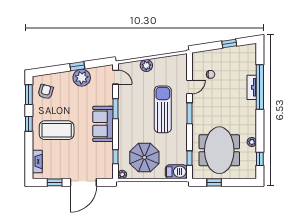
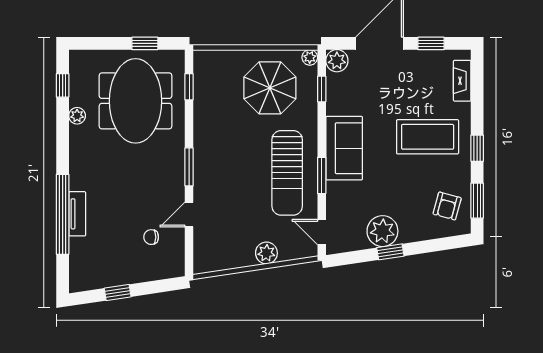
sun lounger: (163, 109) -> (287, 173), moved
barbecue: (176, 172) -> (213, 62), removed
plant: (107, 173) -> (337, 61), added

